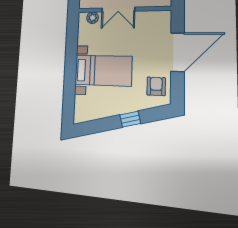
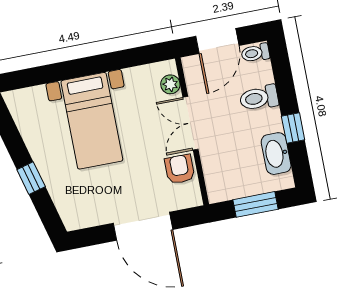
armchair: (156, 86) -> (180, 169), moved, turned -90

